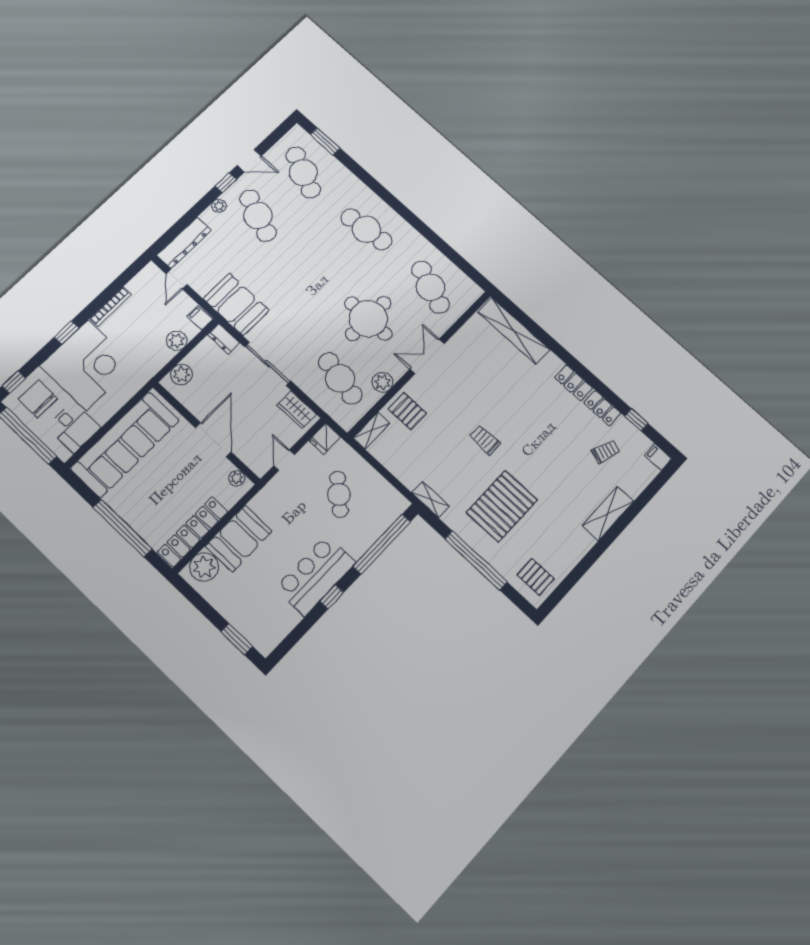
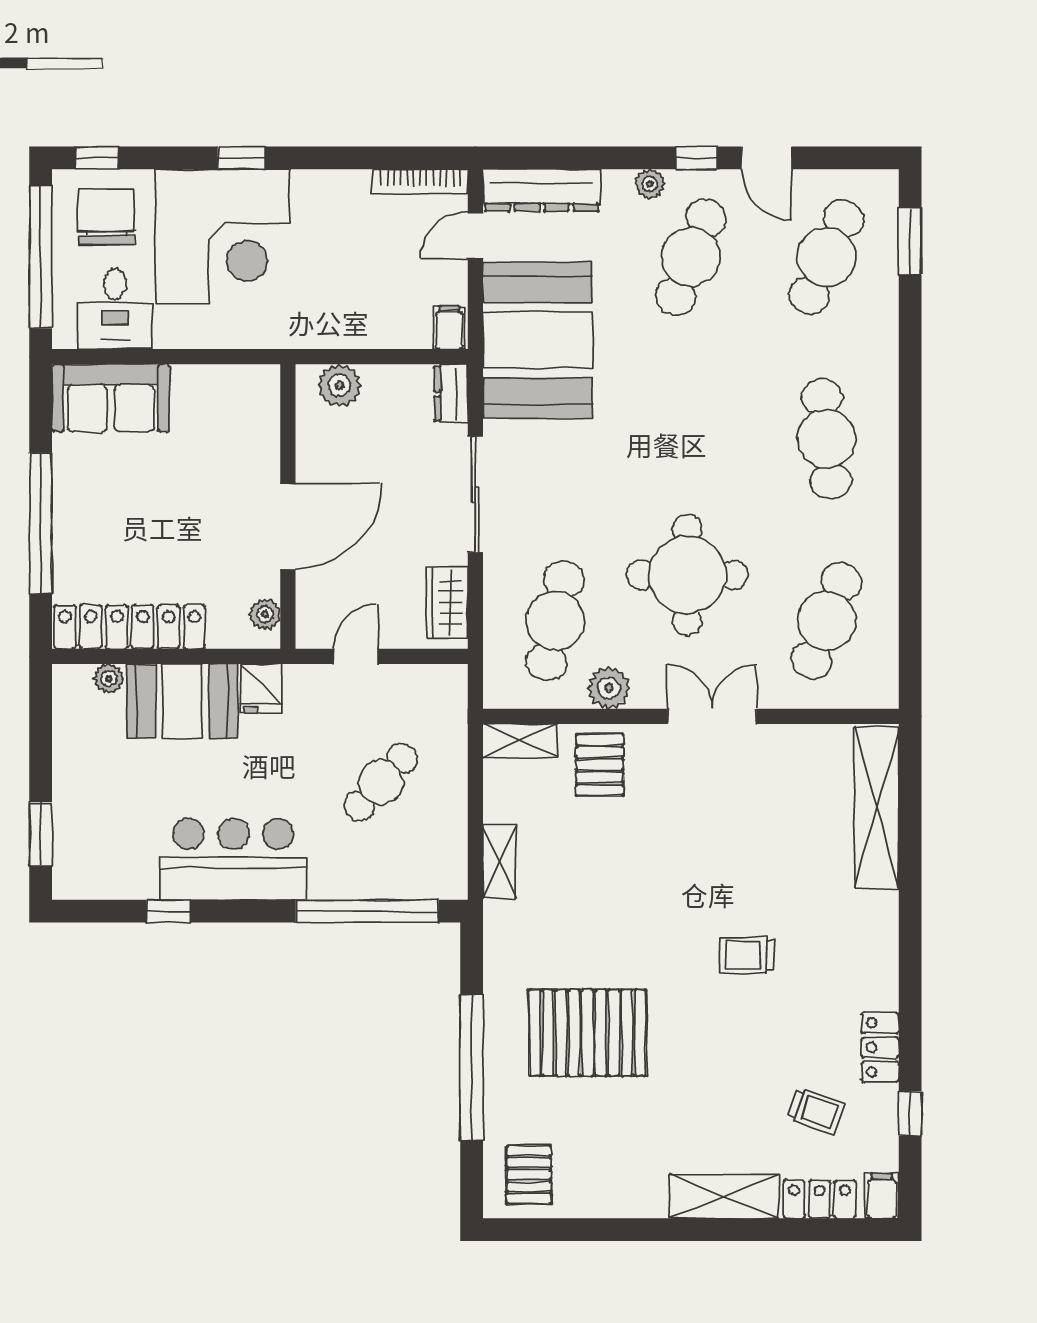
booth: (236, 304) -> (538, 340), width x1.36, depth x1.42
bookcase: (110, 307) -> (420, 181), moved
plant: (177, 341) -> (383, 329), removed
locker: (574, 383) -> (820, 1199), moved, turned 90
fridge: (325, 439) -> (261, 689), moved, turned -90
trolley: (485, 440) -> (747, 955), moved, turned -90
sofa: (125, 444) -> (111, 398), width x0.54, depth x0.79
shelving: (431, 499) -> (499, 862), moved
plant: (204, 567) -> (109, 679), width x0.53, depth x0.53
window: (332, 597) -> (168, 911), moved

